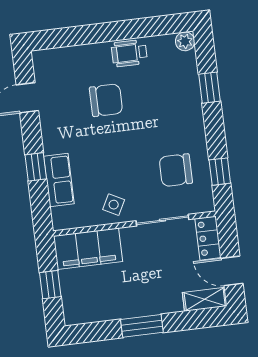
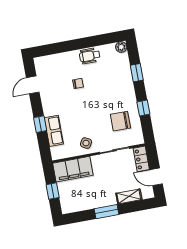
chair: (106, 100) -> (78, 83), width x0.54, depth x0.54
window: (220, 172) -> (143, 108), moved
shelving: (205, 299) -> (129, 196), moved

